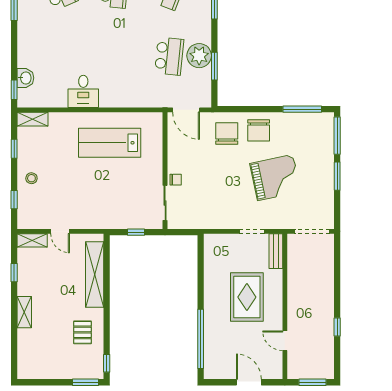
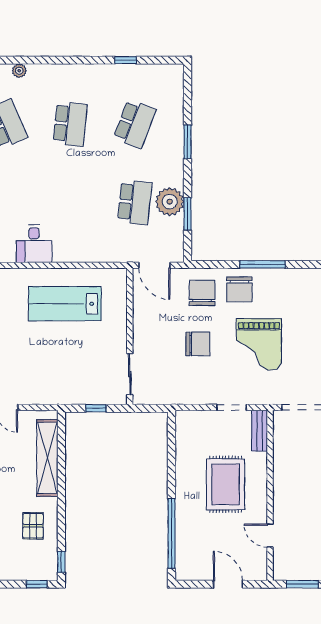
window: (302, 109) -> (263, 264), moved
grand piano: (275, 178) -> (259, 344), turned 102
chair: (176, 180) -> (198, 344), moved, width x1.87, depth x1.87
window: (86, 382) -> (37, 584), width x0.67

